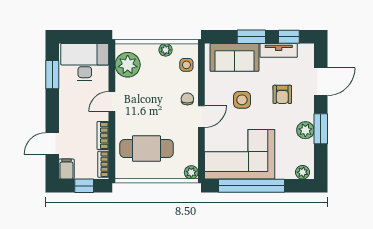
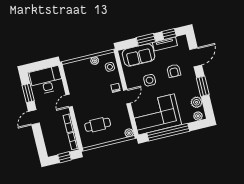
plant: (128, 65) -> (73, 76), removed
plant: (305, 130) -> (197, 102), moved
door: (52, 144) -> (34, 117), moved
cafe table: (146, 149) -> (98, 125), width x0.73, depth x0.74
filing cabinet: (66, 169) -> (51, 150), removed

